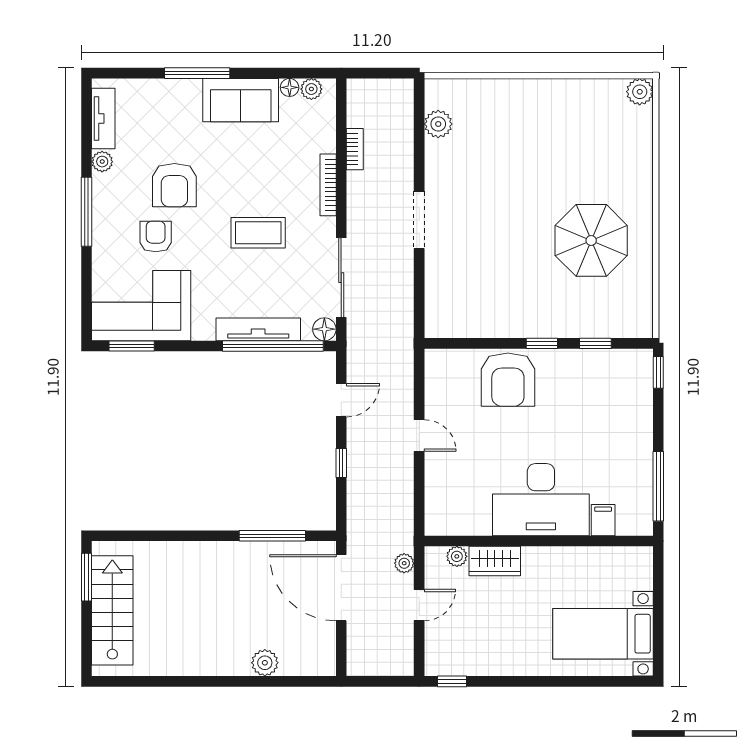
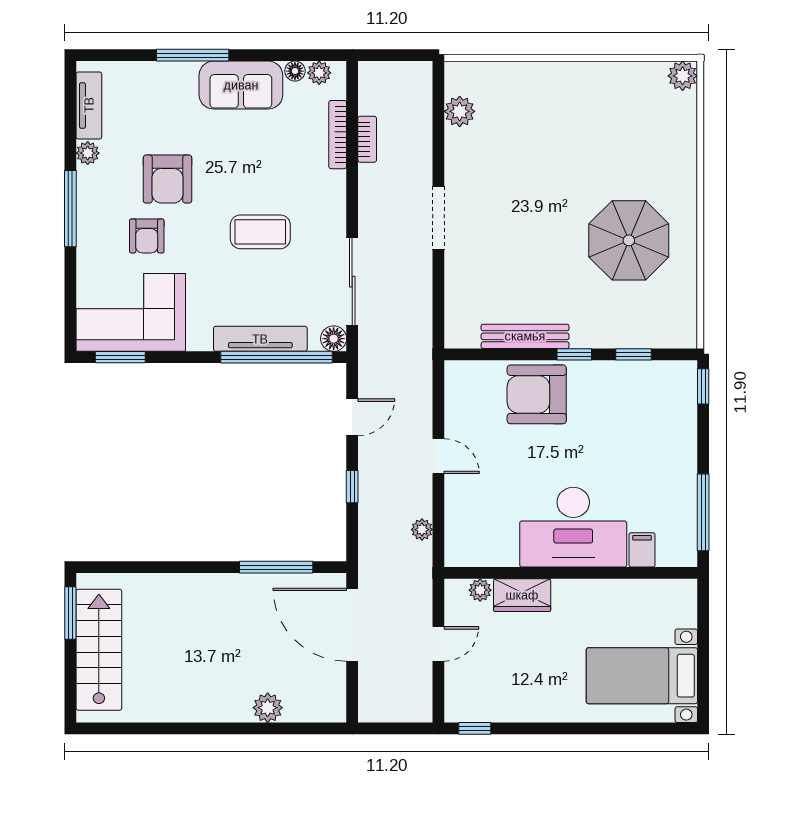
bookcase: (328, 185) -> (338, 135), moved
armchair: (156, 236) -> (147, 236), turned 180
bench: (497, 327) -> (525, 336), added
armchair: (508, 380) -> (537, 394), turned 90
plant: (404, 563) -> (422, 530), moved

